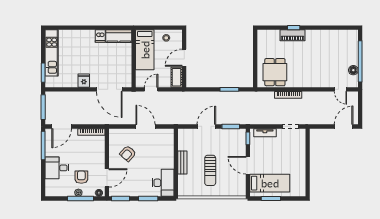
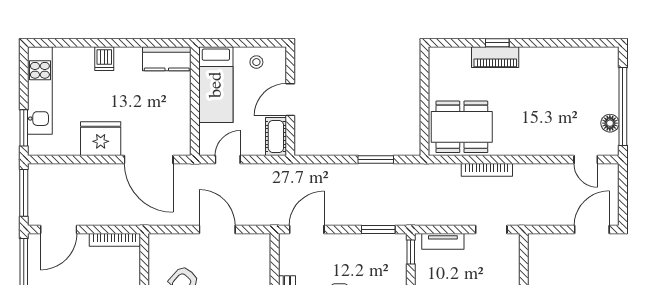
dishwasher: (100, 36) -> (104, 59), moved
dining table: (275, 72) -> (462, 127), width x1.38
fridge: (84, 81) -> (101, 139), width x1.88, depth x1.34
door: (206, 126) -> (307, 230), moved

